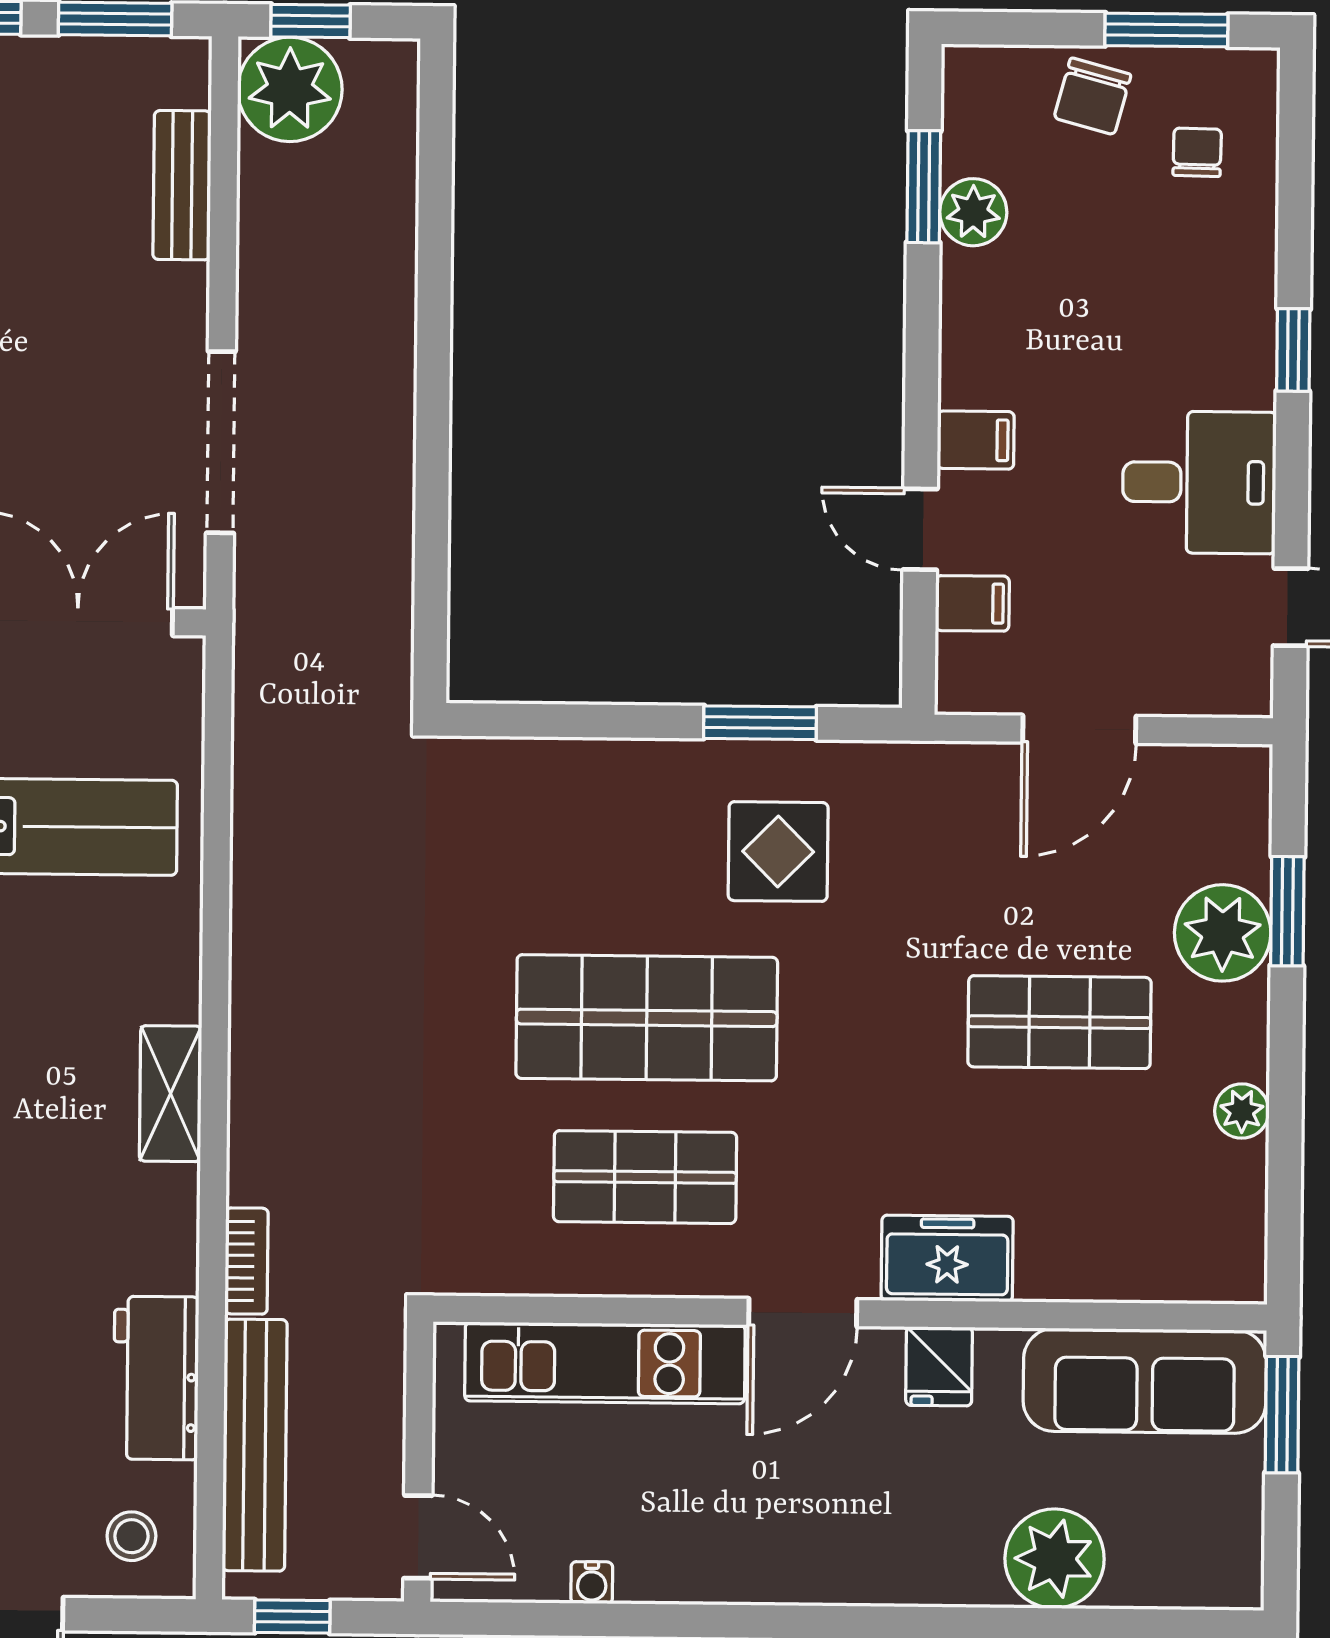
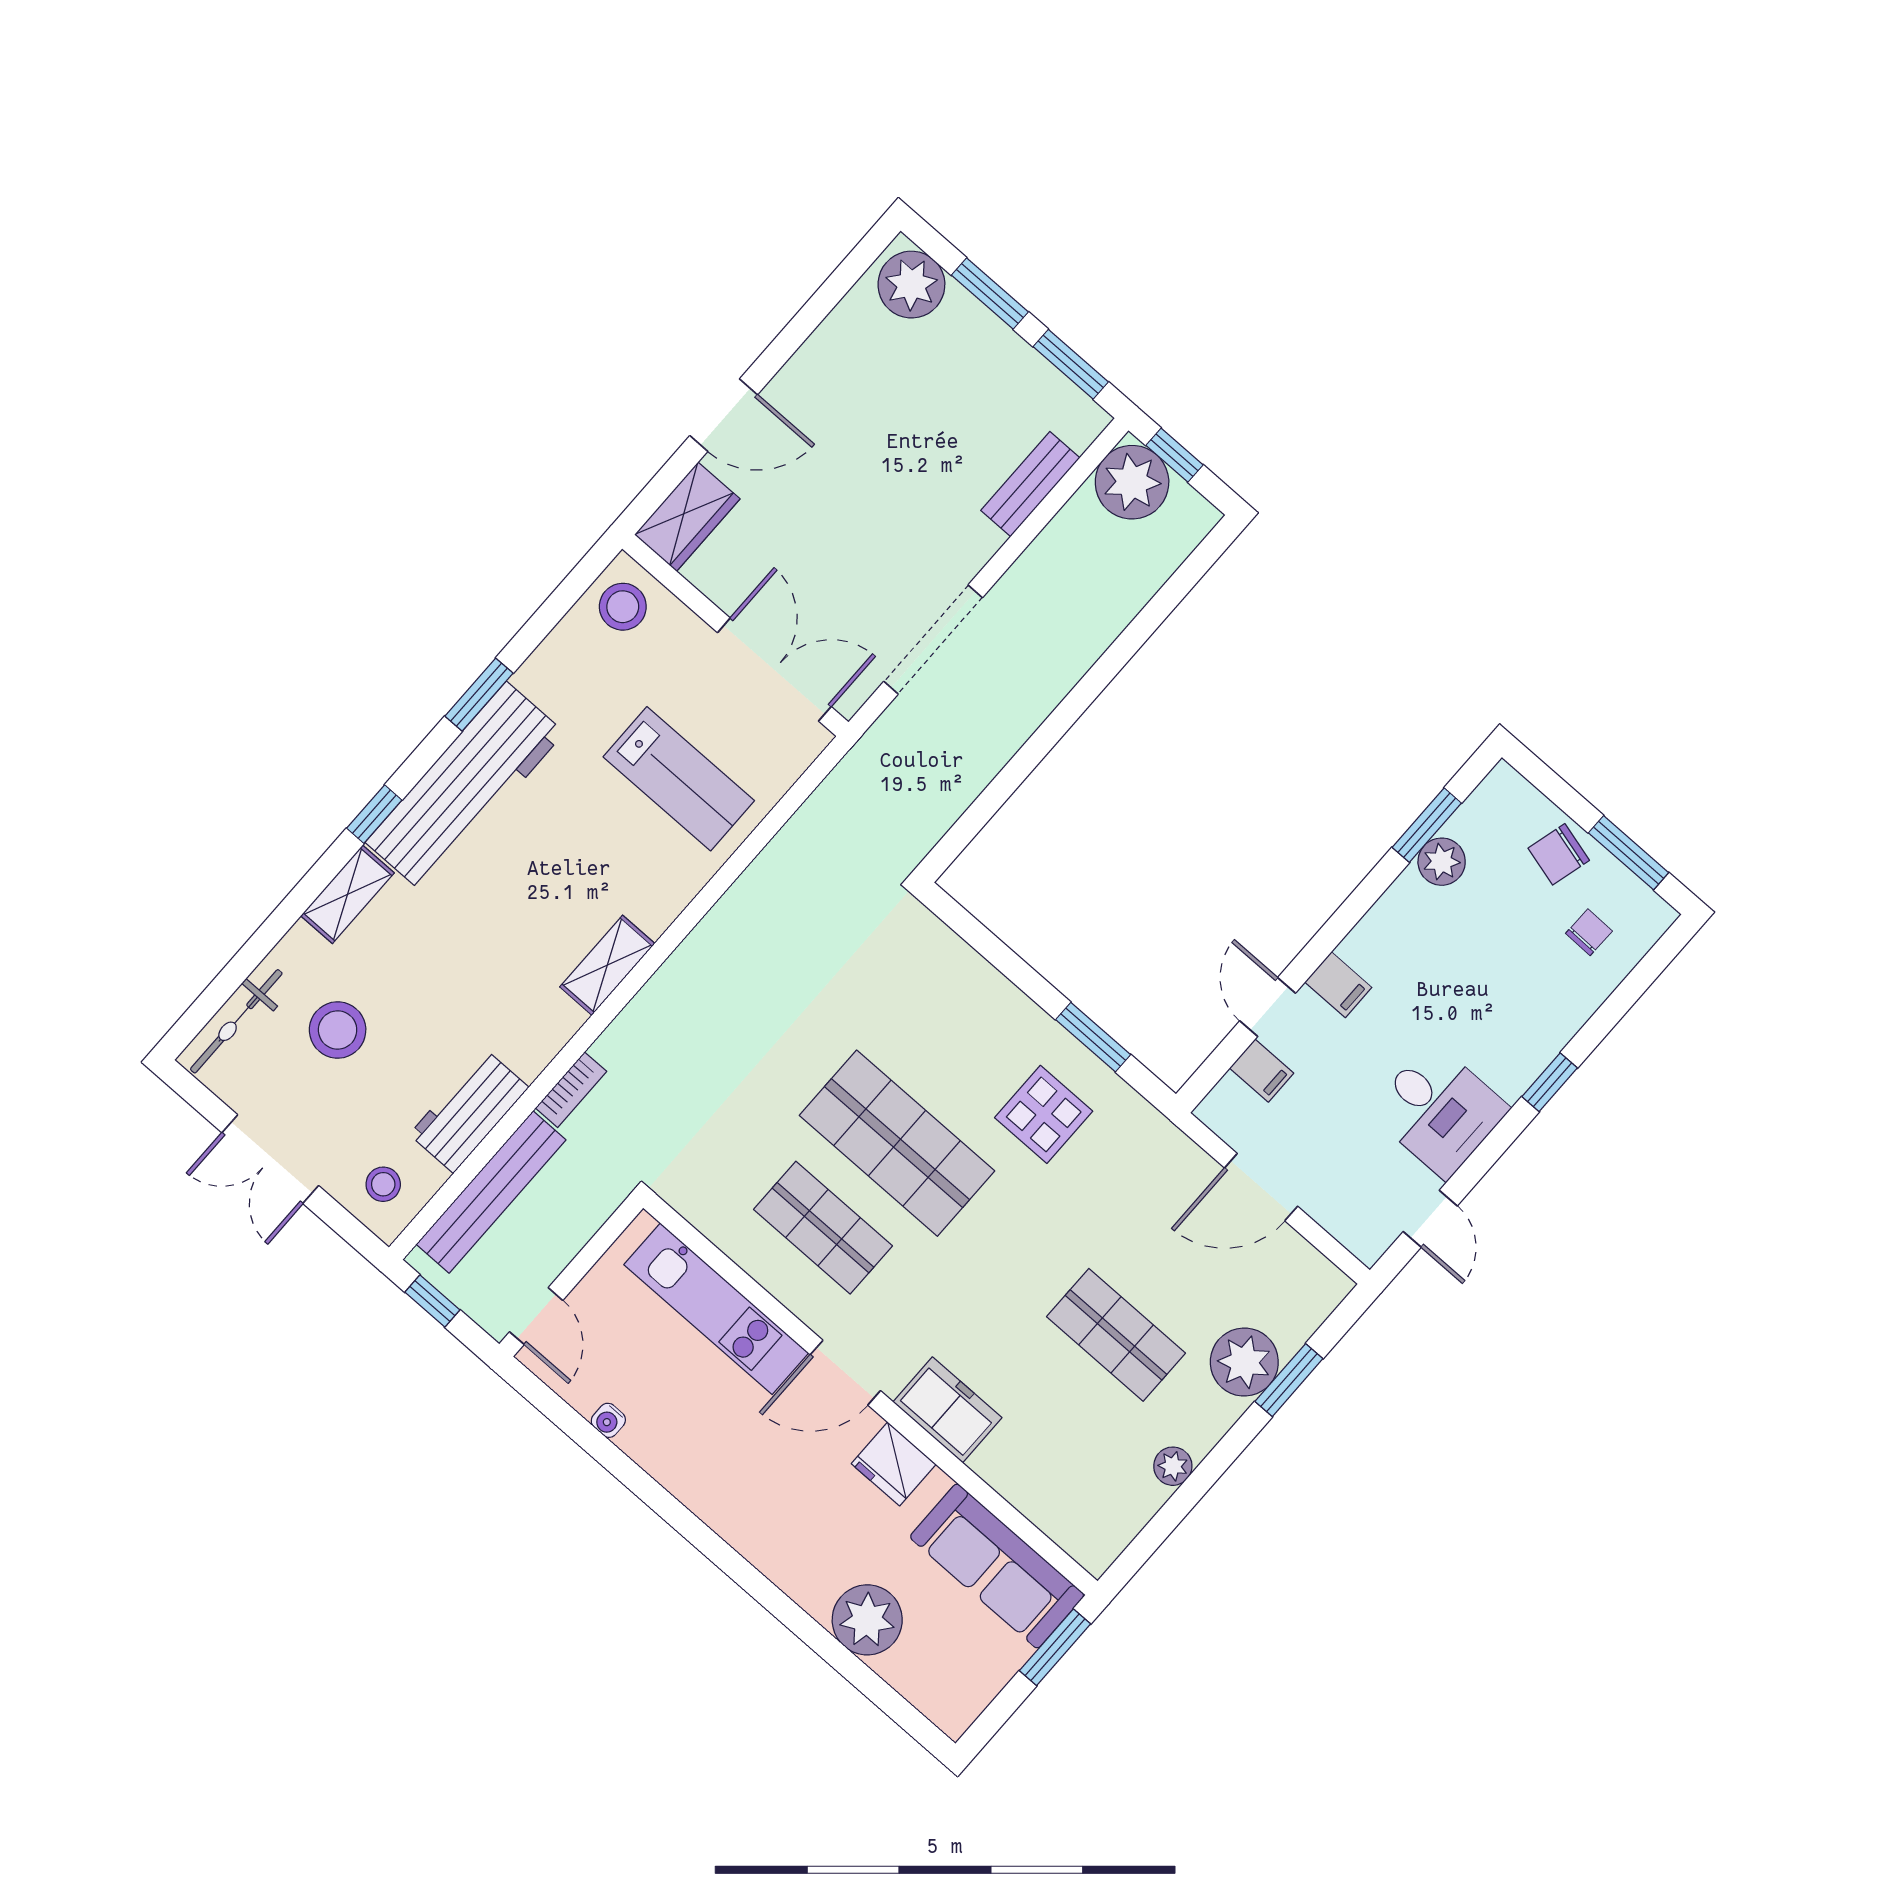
fridge: (939, 1366) -> (894, 1464), width x1.38

